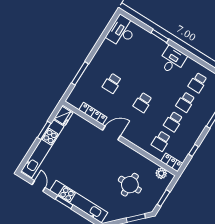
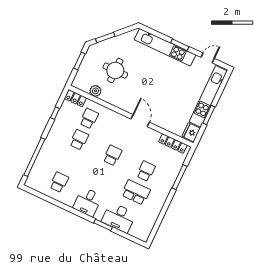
desk: (122, 31) -> (119, 217), moved, turned 90
school desk: (185, 102) -> (136, 192), moved, width x1.85
locker: (93, 114) -> (173, 143), moved
door: (112, 133) -> (140, 121), swing flipped
plant: (161, 173) -> (95, 91), moved
door: (39, 186) -> (208, 58), swing flipped

